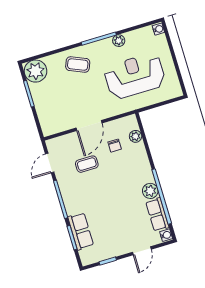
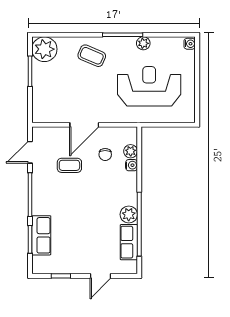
water cooler: (166, 235) -> (132, 165), moved

